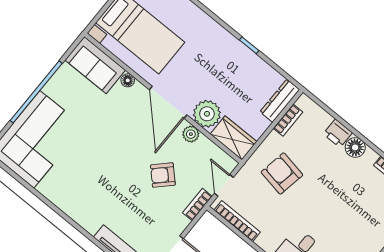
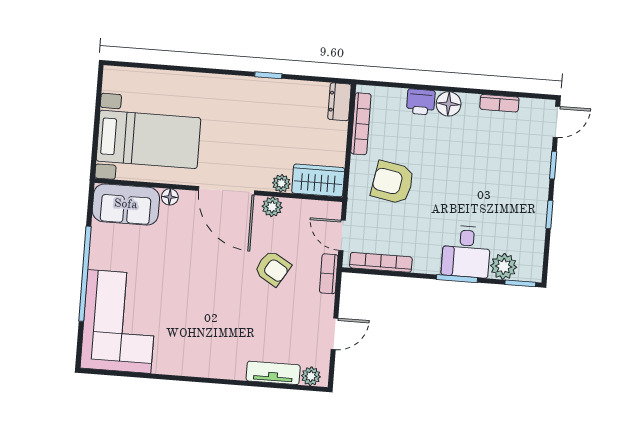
dresser: (280, 101) -> (339, 102), width x0.70
plant: (207, 114) -> (281, 183), width x0.53, depth x0.53
bookcase: (288, 120) -> (361, 124), width x1.56
armchair: (163, 175) -> (273, 268), turned -104

